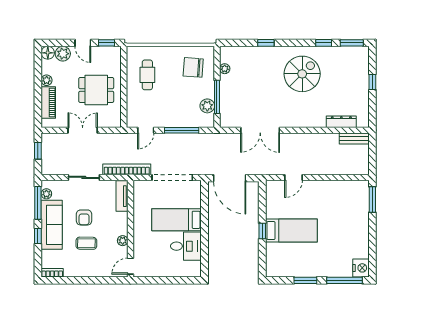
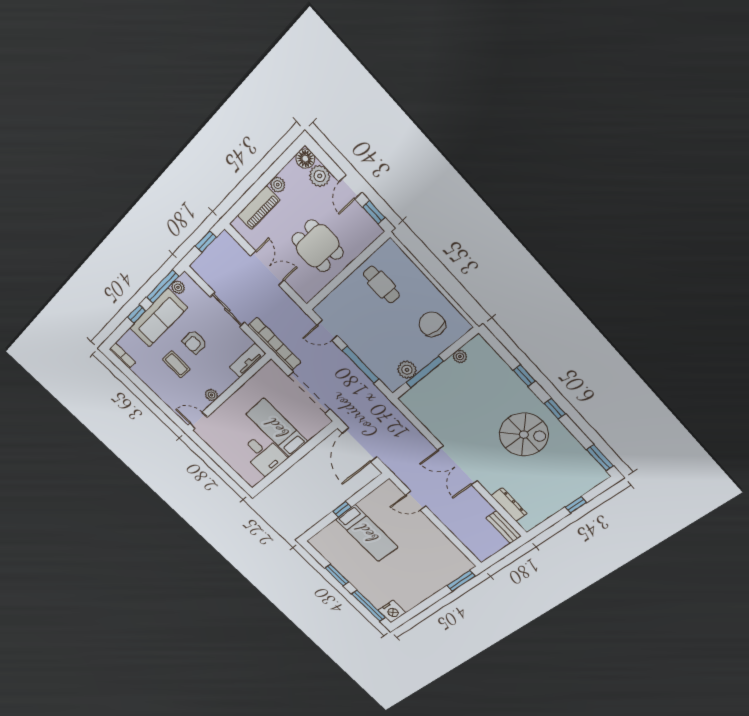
window: (324, 43) -> (555, 409), moved
cafe table: (147, 75) -> (381, 285), turned 90
double door: (260, 130) -> (457, 465), moved

